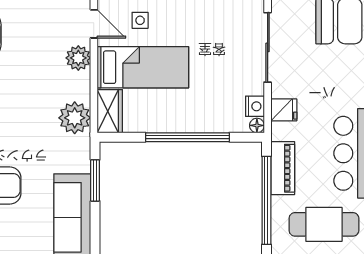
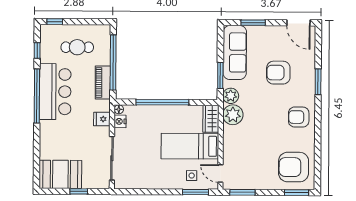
plant: (78, 58) -> (231, 96), moved
cafe table: (324, 224) -> (77, 47), width x0.73, depth x0.74

